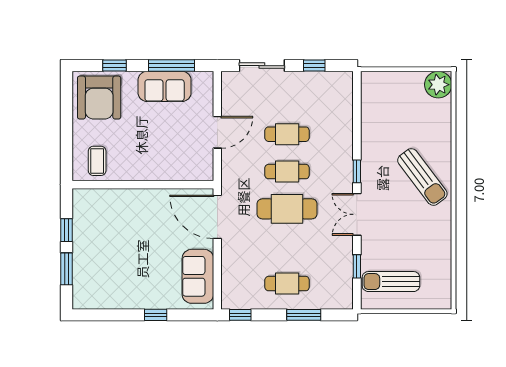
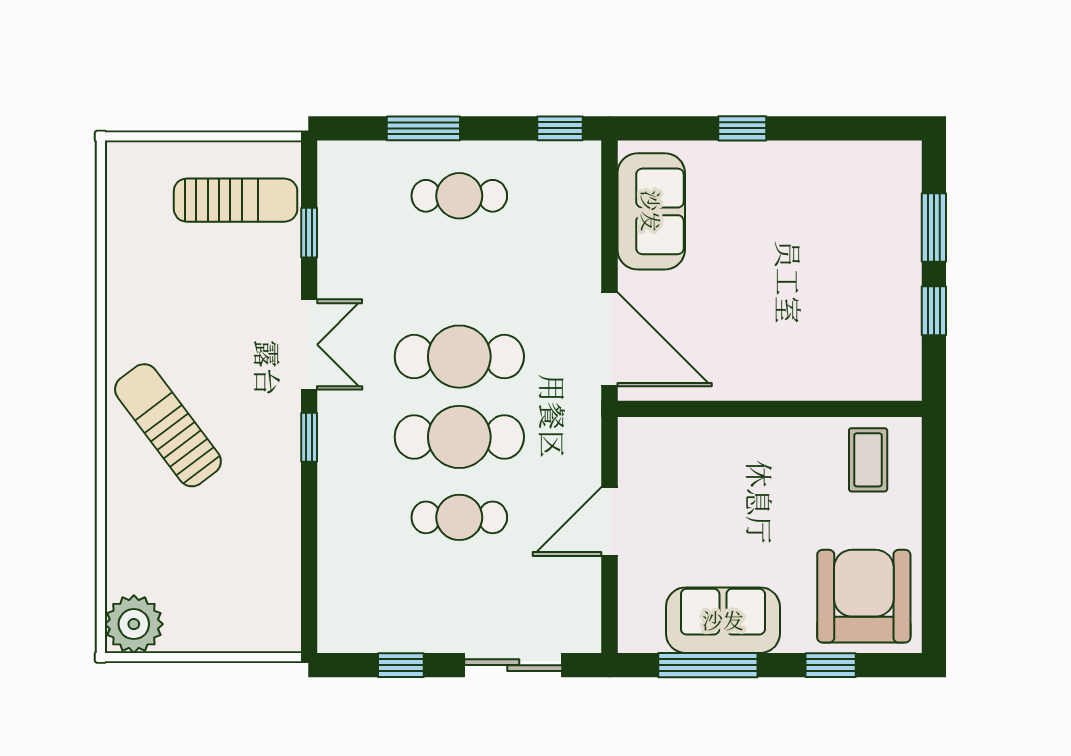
cafe table: (287, 172) -> (459, 437), width x1.37, depth x1.35

